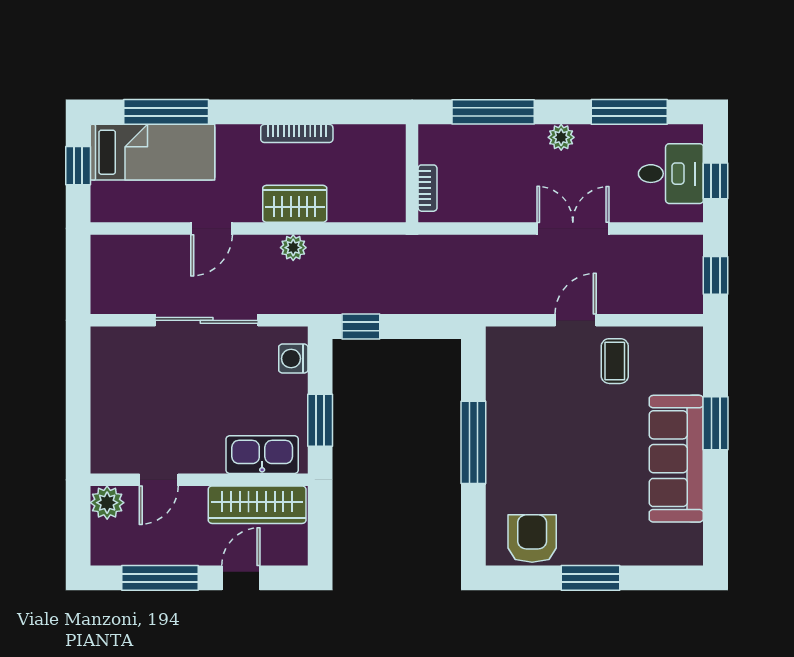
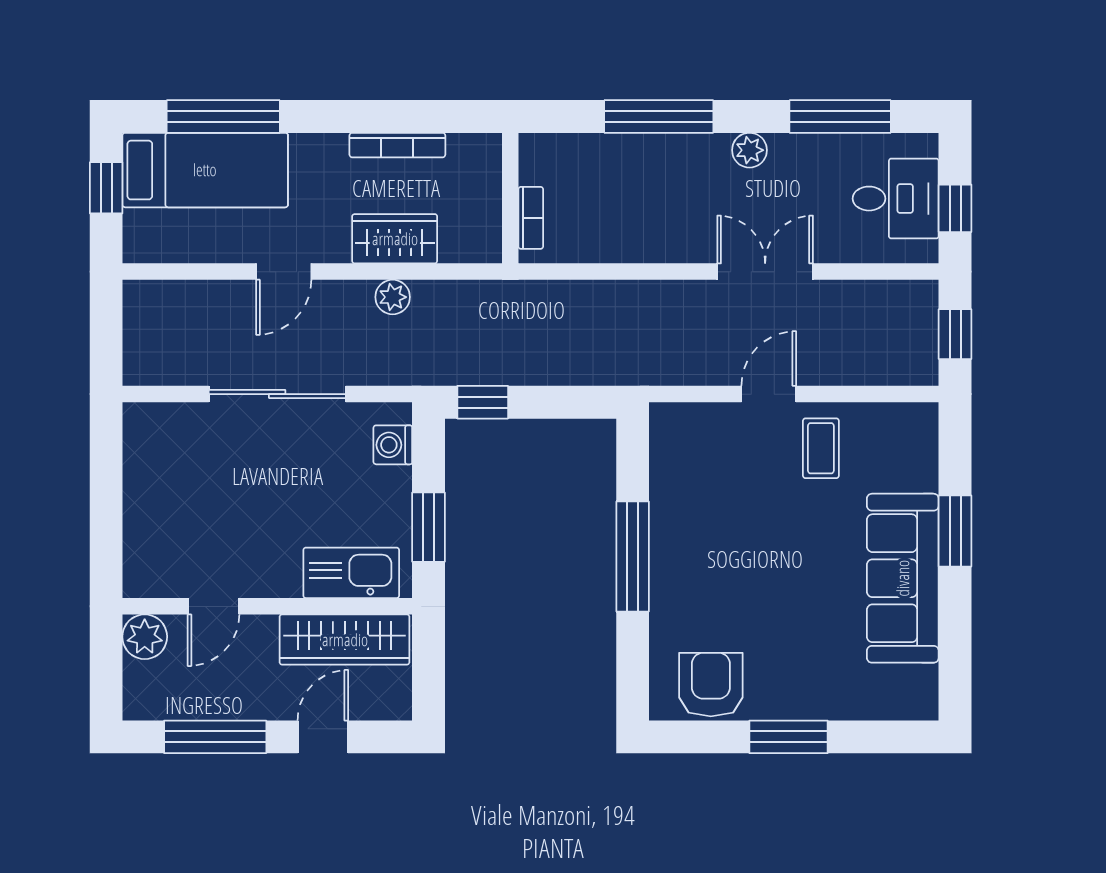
wall: (412, 173) -> (510, 198), moved
bookcase: (428, 188) -> (531, 218), moved

